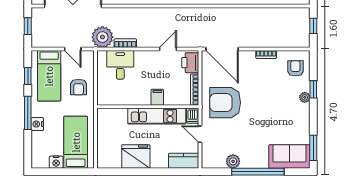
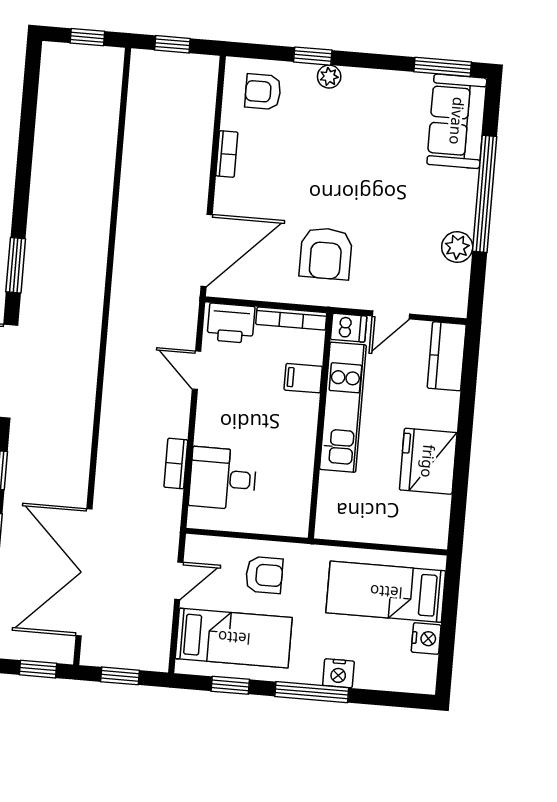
plant: (102, 37) -> (158, 513), removed
filing cabinet: (157, 97) -> (303, 378), moved
armchair: (225, 103) -> (326, 253), width x0.73, depth x0.73

